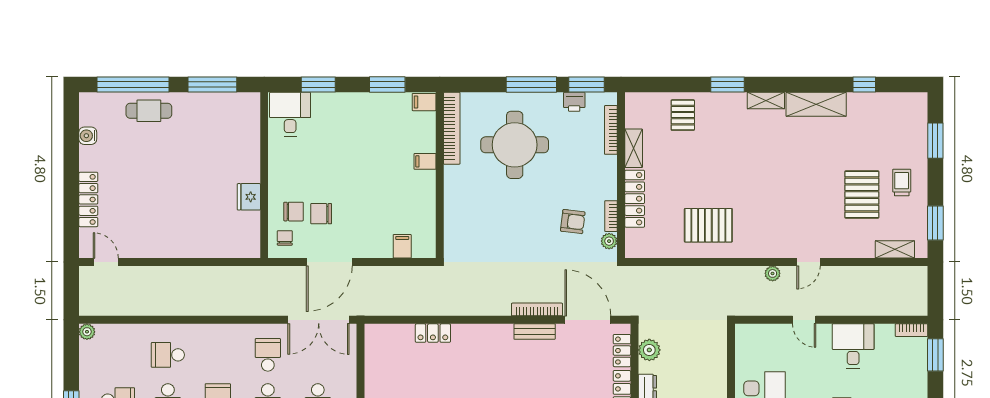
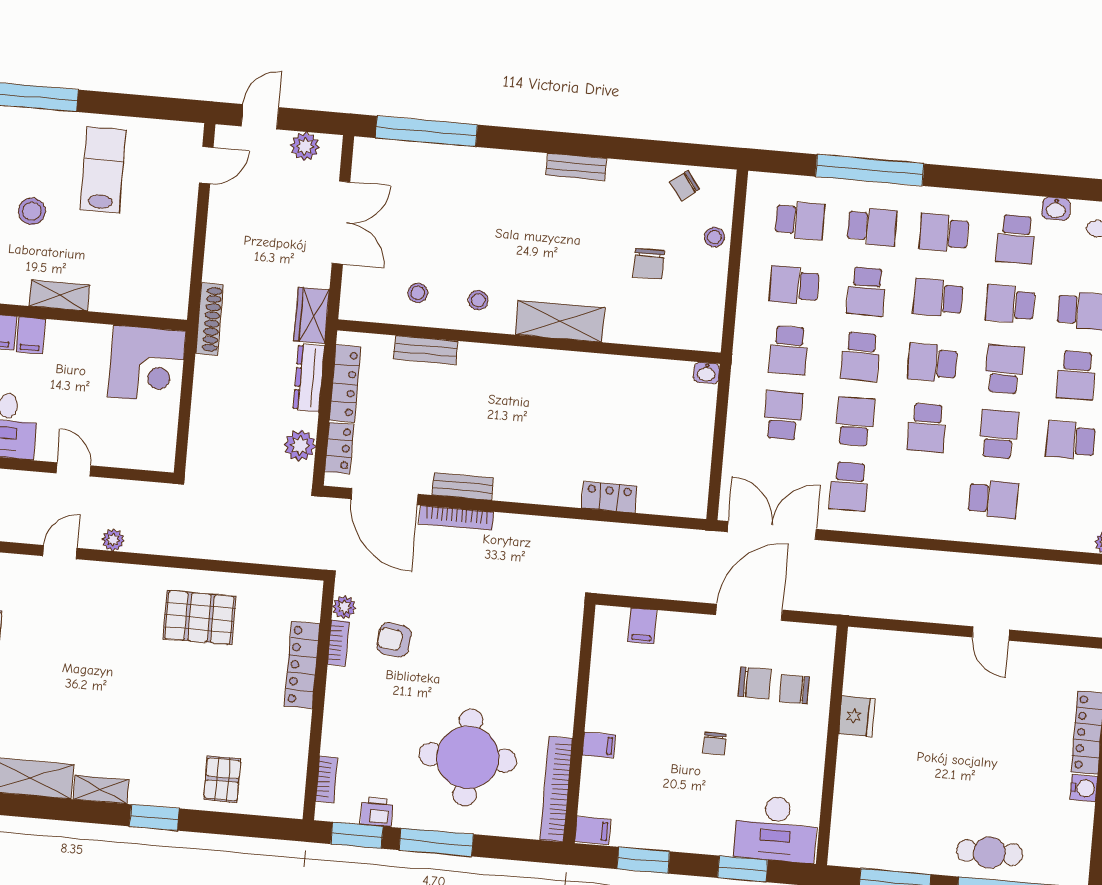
desk: (290, 114) -> (776, 829), width x1.37
bookcase: (611, 130) -> (327, 779), width x0.64
water cooler: (88, 136) -> (1084, 788), moved
shelving: (634, 148) -> (297, 738), removed
chair: (285, 238) -> (715, 743), moved
door: (106, 262) -> (991, 634), moved

